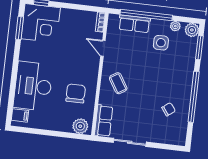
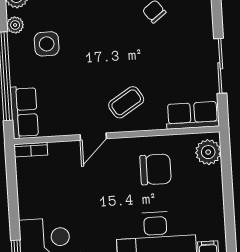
row of seats: (134, 24) -> (24, 112), moved
door: (103, 48) -> (93, 137), moved
chair: (76, 93) -> (156, 169), turned 180

